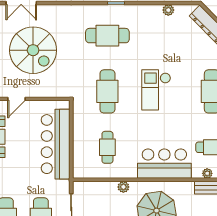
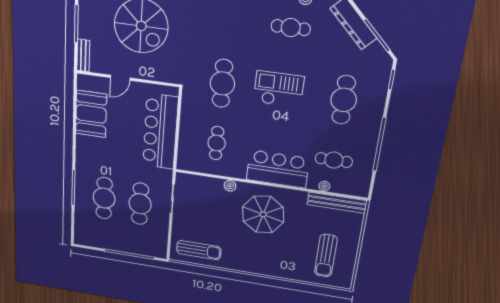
cafe table: (107, 36) -> (291, 28), moved, width x0.73, depth x0.74
checkout: (156, 90) -> (279, 89), turned 90

